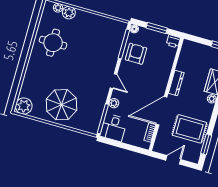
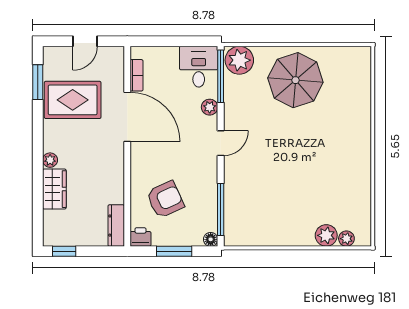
round table: (53, 43) -> (338, 179), removed
armchair: (136, 54) -> (165, 200), moved, turned -115
door: (113, 81) -> (221, 143), swing flipped
dresser: (176, 83) -> (116, 226), moved
plant: (24, 106) -> (239, 60), moved
door: (162, 111) -> (127, 117), hinge flipped

